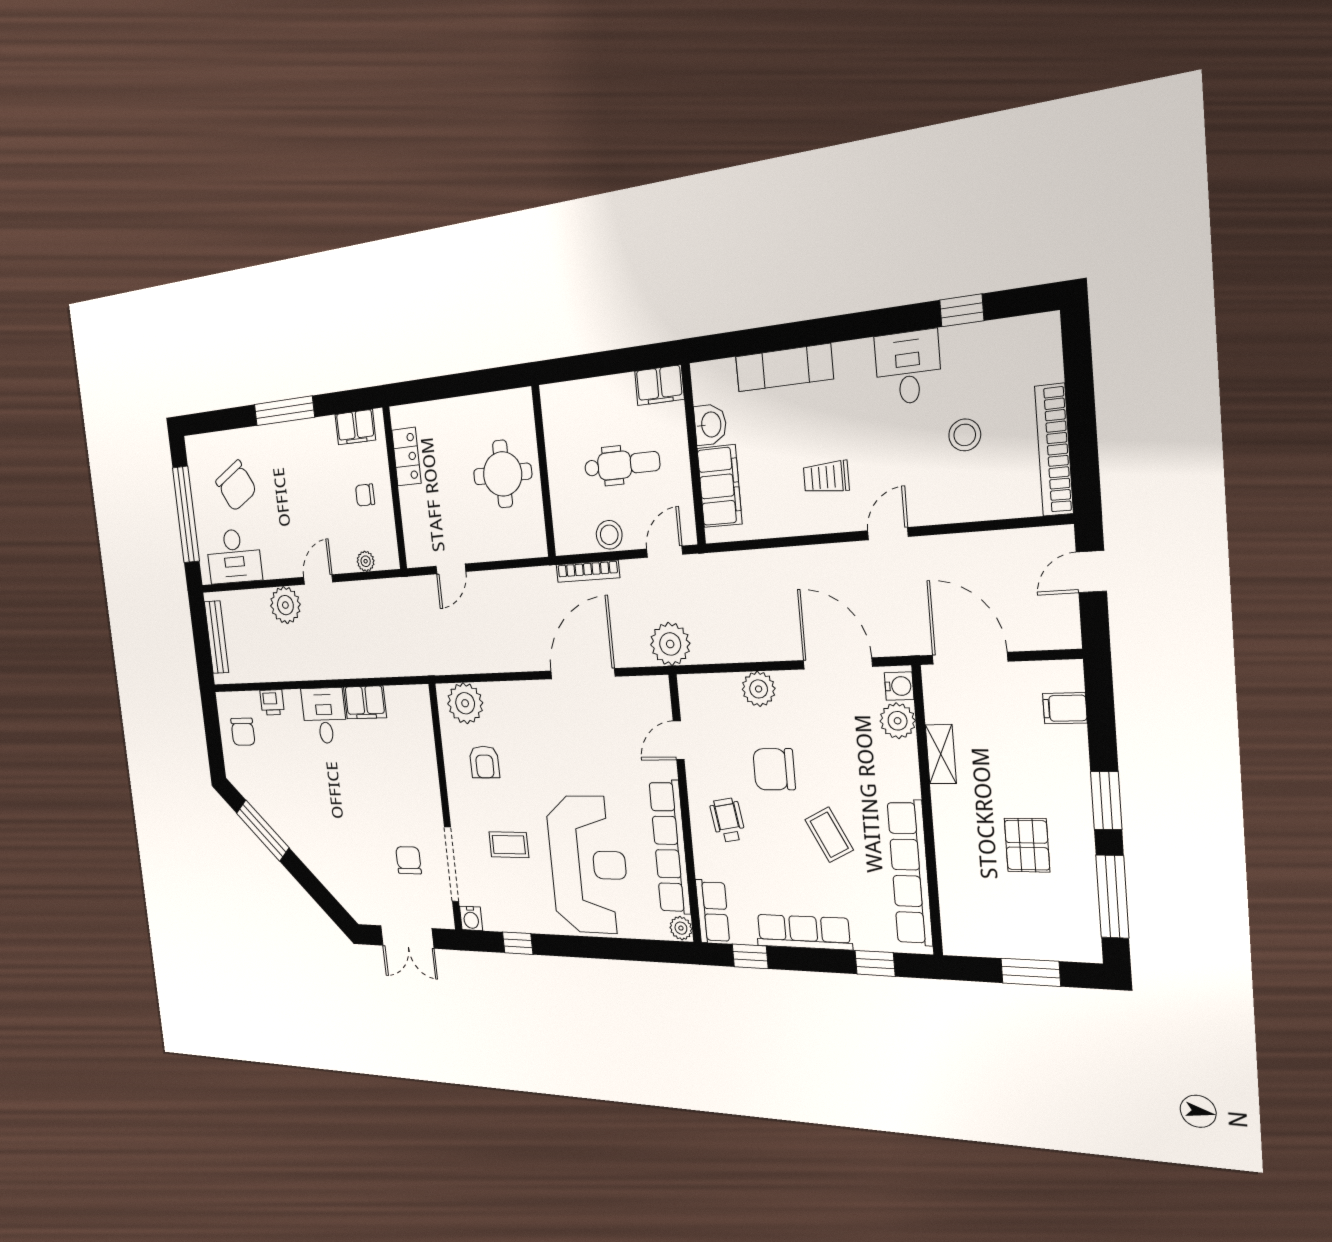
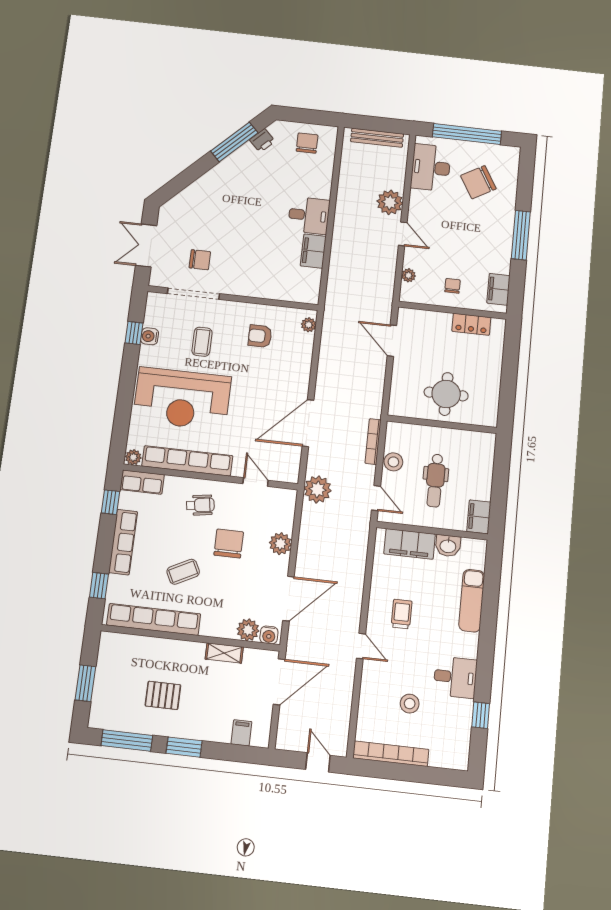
door: (451, 569) -> (392, 341), width x1.38
door: (583, 674) -> (308, 423), swing flipped
printer: (272, 702) -> (262, 141), moved, turned -135
plant: (465, 703) -> (309, 325), width x0.53, depth x0.53
chair: (243, 732) -> (307, 143), turned 90
water cooler: (471, 918) -> (150, 336), moved

